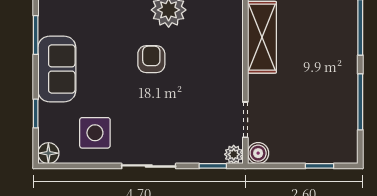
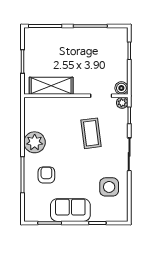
armchair: (151, 59) -> (46, 175), moved, turned 90
coffee table: (183, 103) -> (91, 133), added
floor lamp: (48, 153) -> (121, 215), removed

